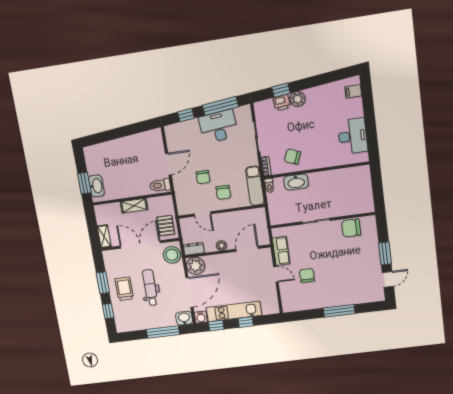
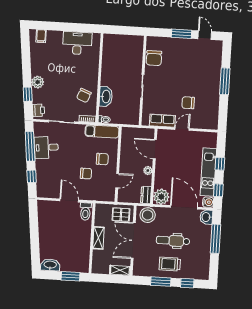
printer: (282, 102) -> (38, 110), moved
desk: (218, 126) -> (46, 147), width x0.73
washbasin: (96, 186) -> (50, 265), moved

